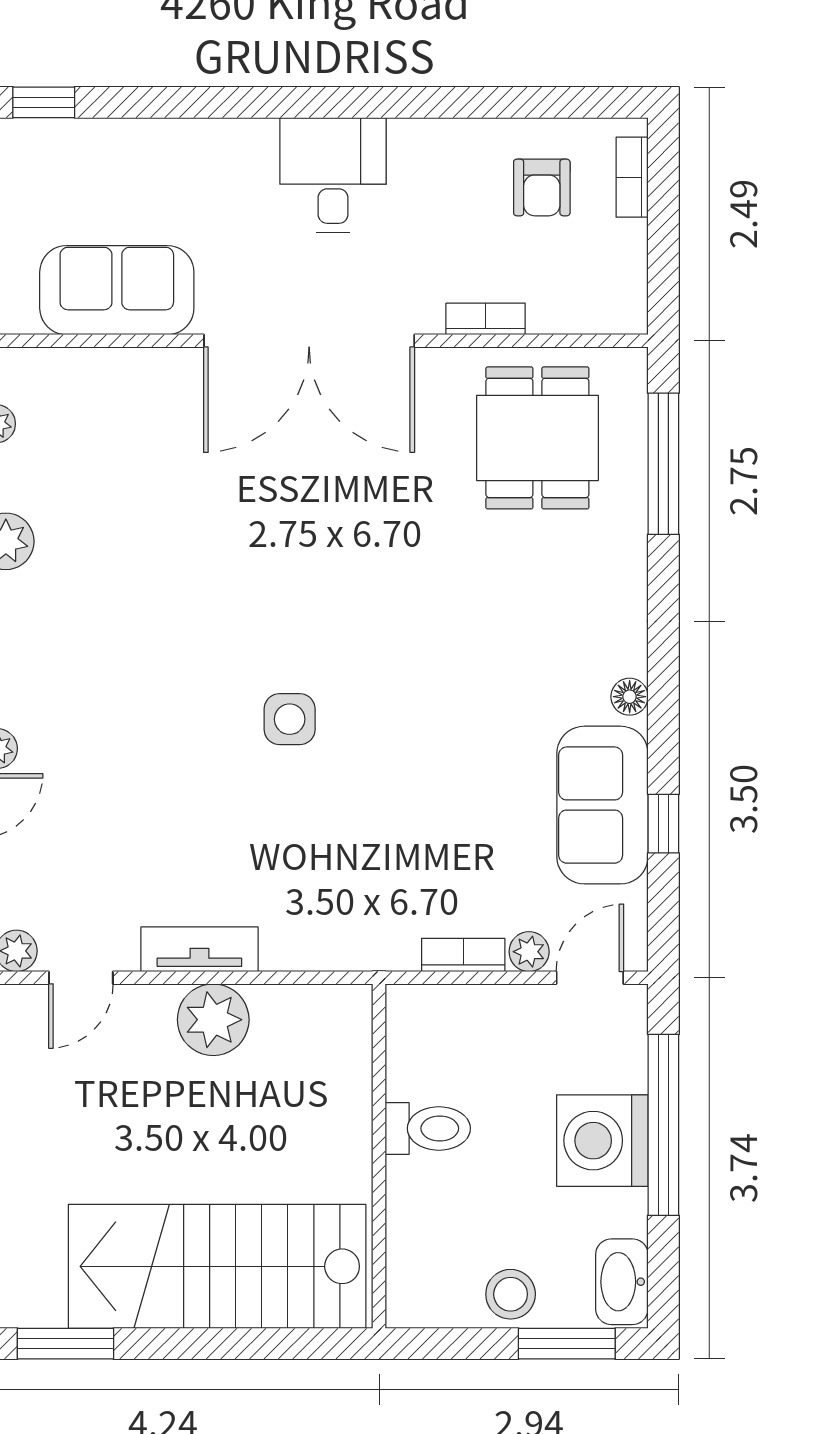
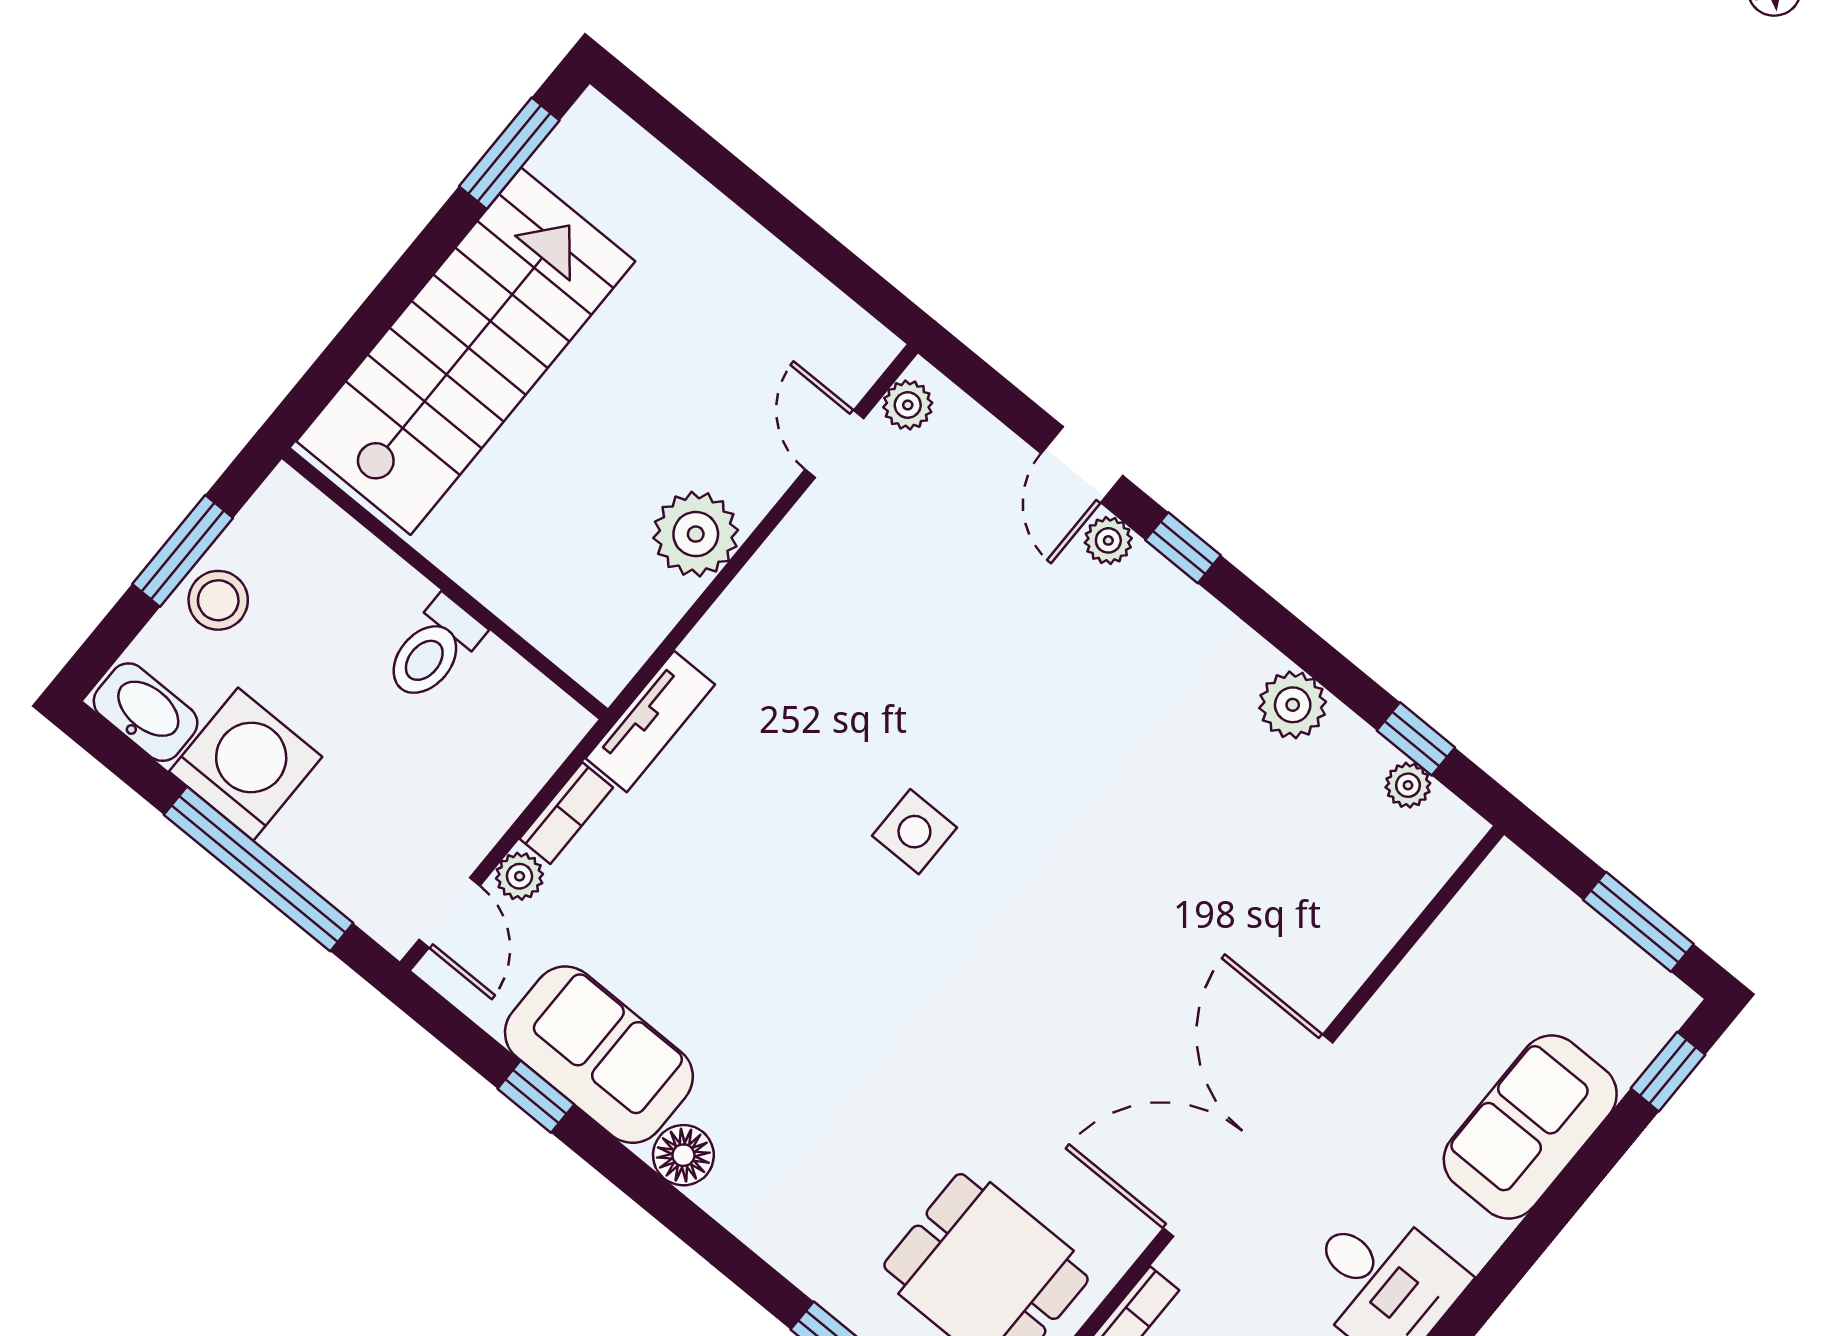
sofa: (117, 290) -> (1530, 1127), moved, turned 180
floor lamp: (630, 697) -> (683, 1155), width x1.37, depth x1.37
tv unit: (199, 949) -> (650, 721), moved
washing machine: (602, 1141) -> (246, 764), moved
window: (567, 1344) -> (183, 551), moved

